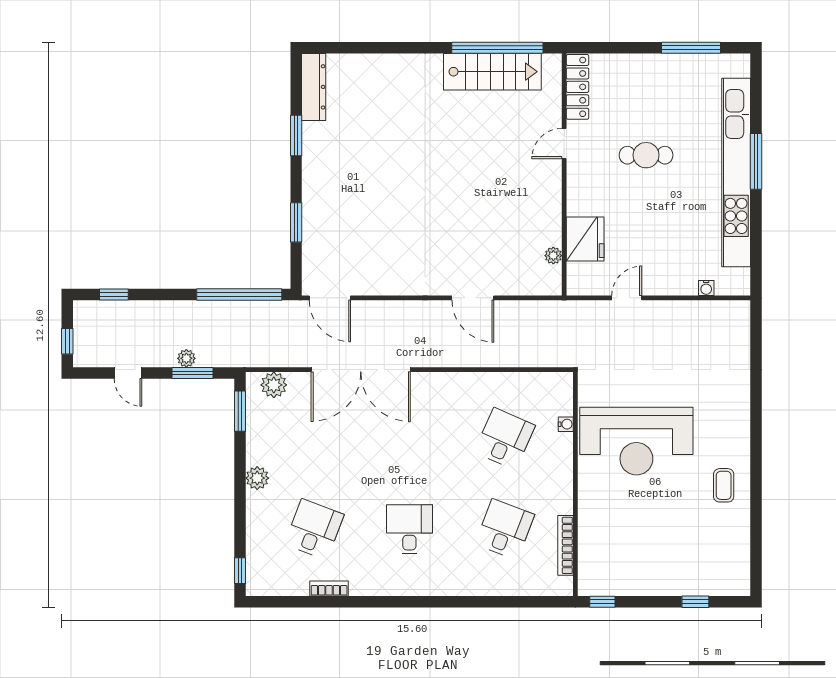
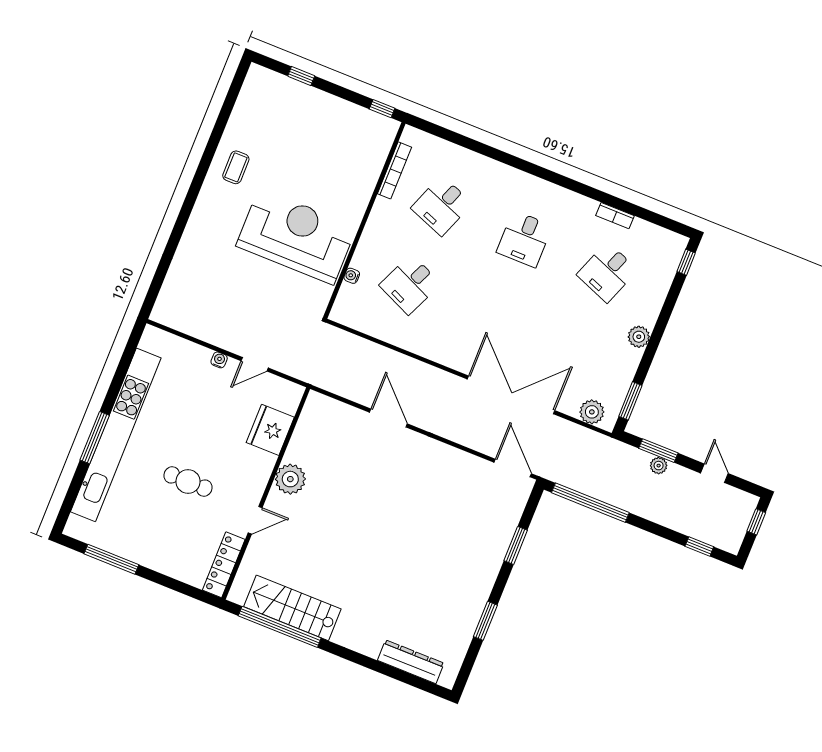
dresser: (314, 87) -> (411, 662), moved, turned 90
plant: (553, 256) -> (290, 479), moved, width x1.88, depth x1.88
water cooler: (706, 288) -> (219, 360), moved

